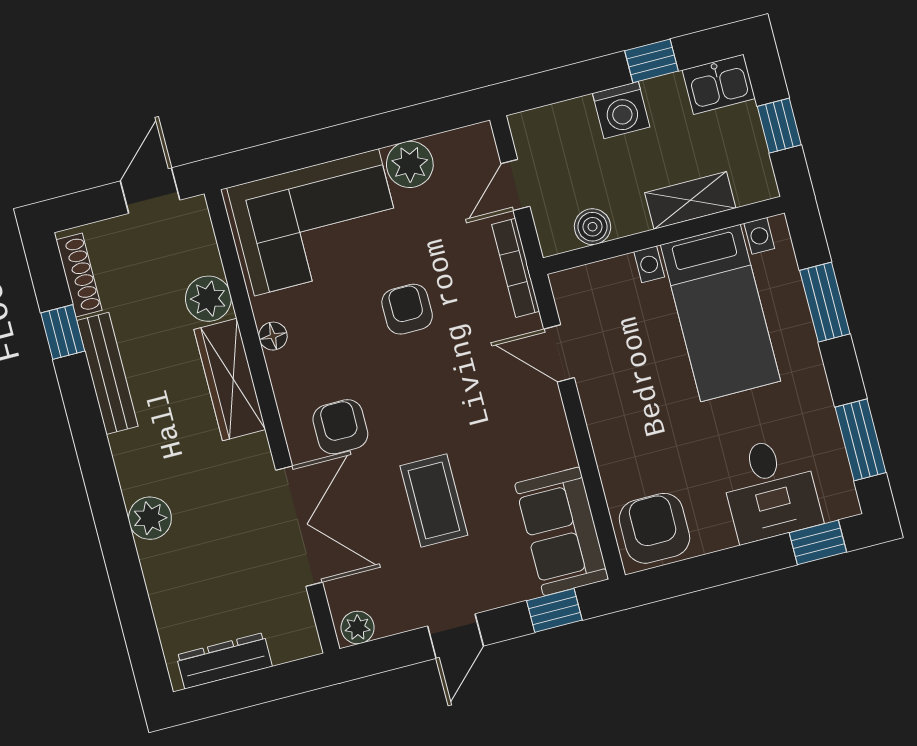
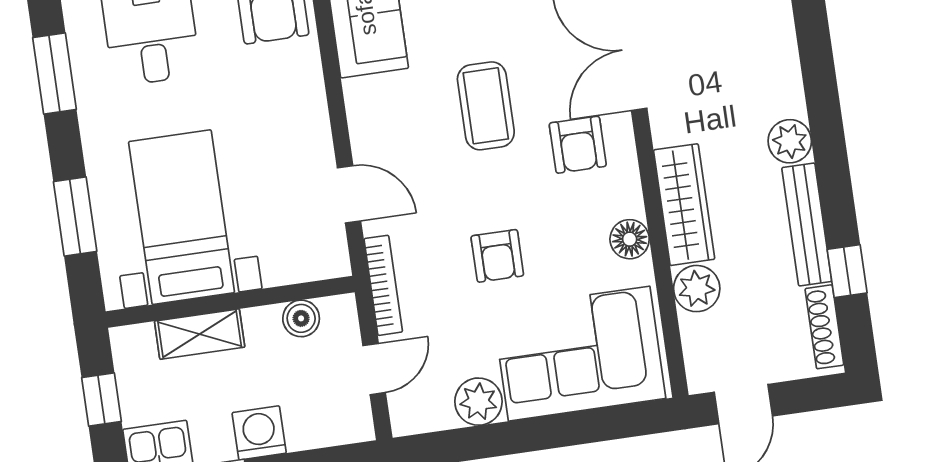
floor lamp: (273, 336) -> (630, 239), width x1.37, depth x1.37
coffee table: (434, 501) -> (486, 106), moved
plant: (150, 518) -> (790, 141), moved

